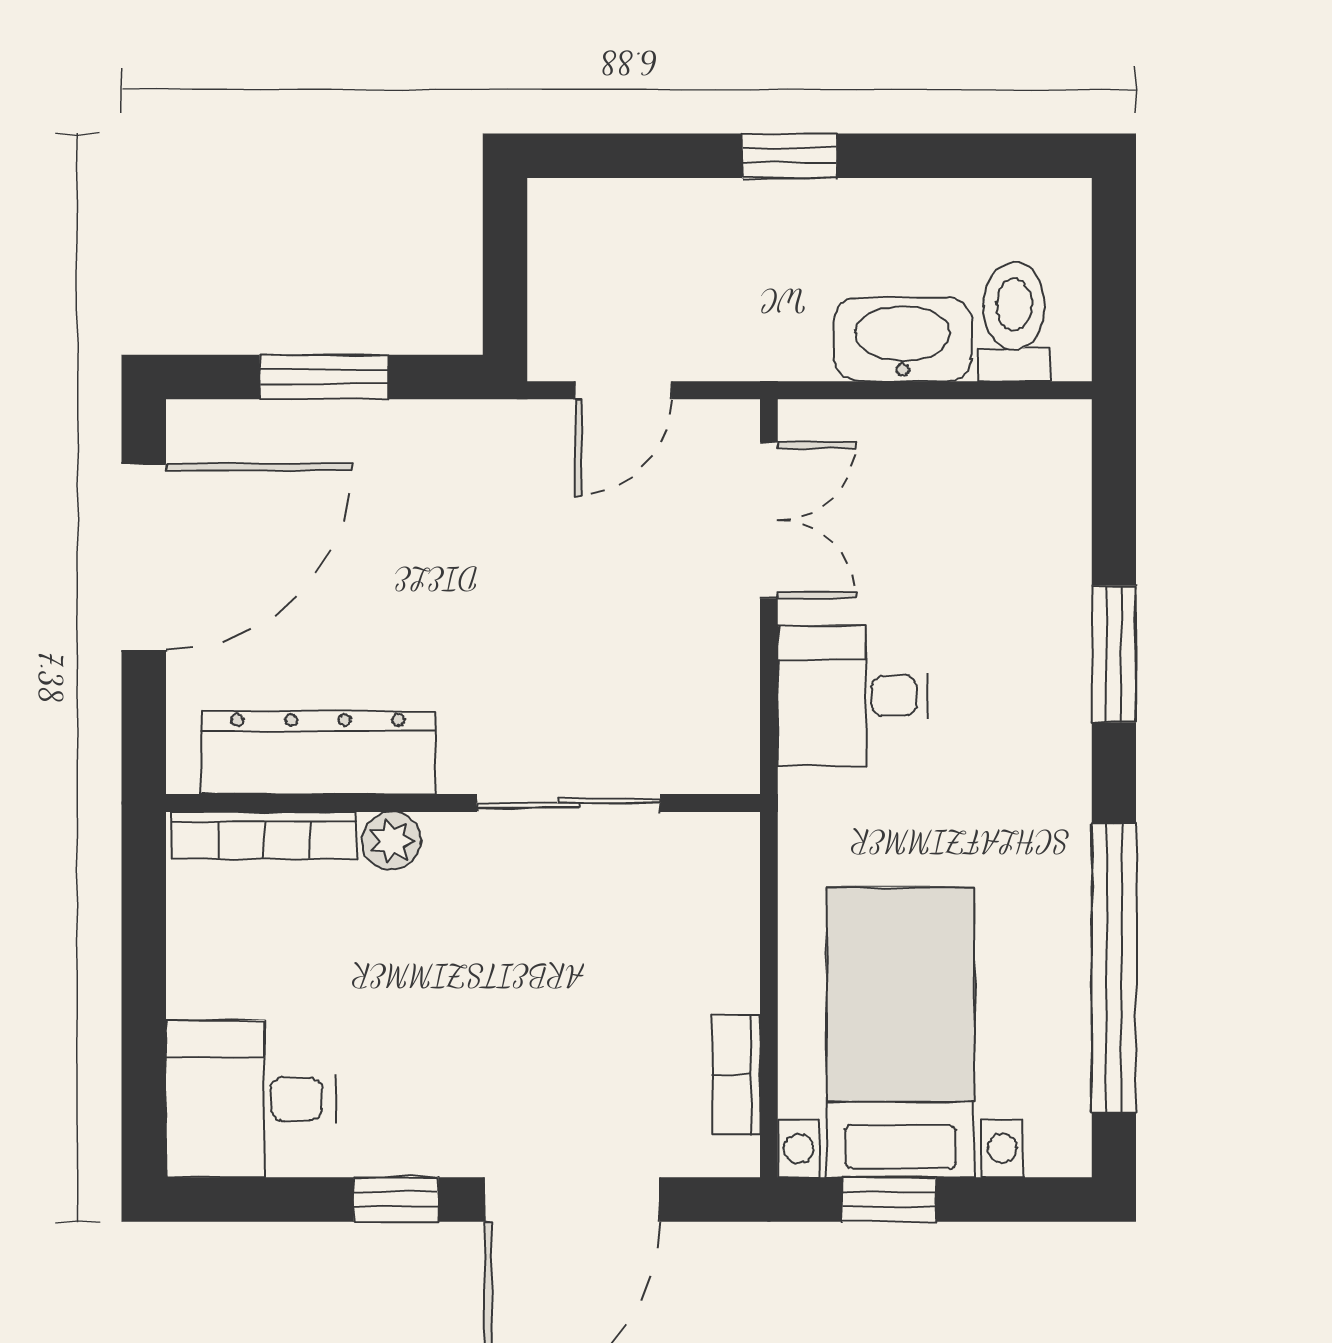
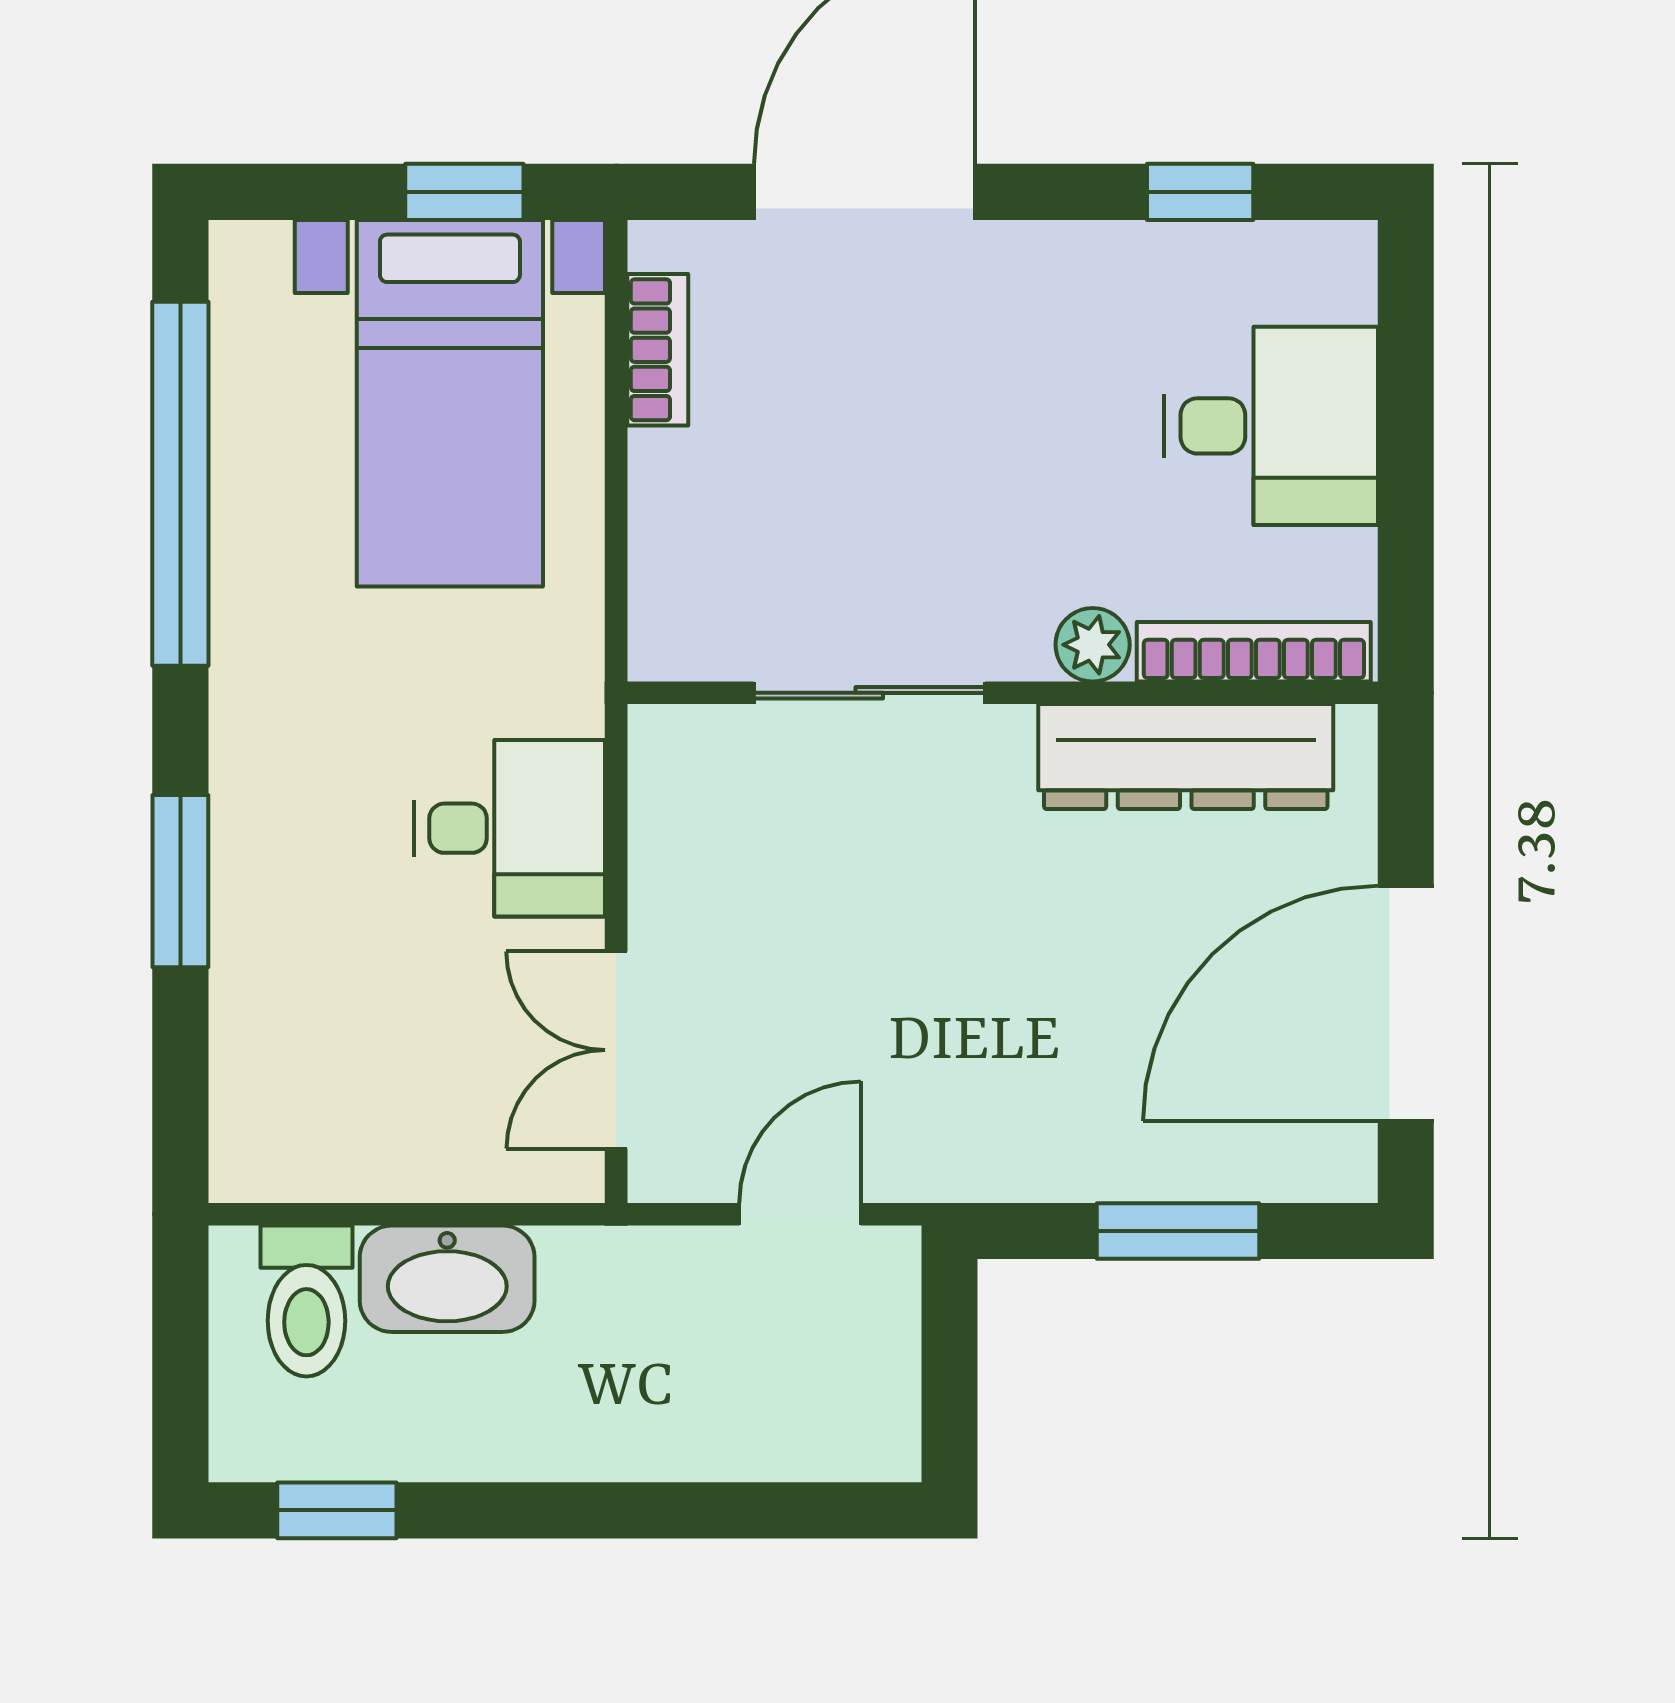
window: (789, 156) -> (337, 1510), moved
desk: (251, 1099) -> (1271, 426), moved
window: (396, 1200) -> (1200, 192), moved

